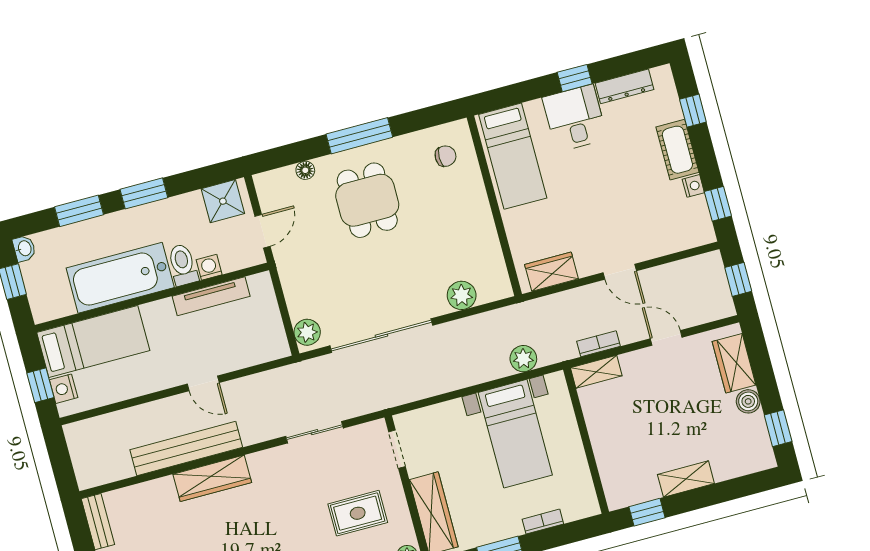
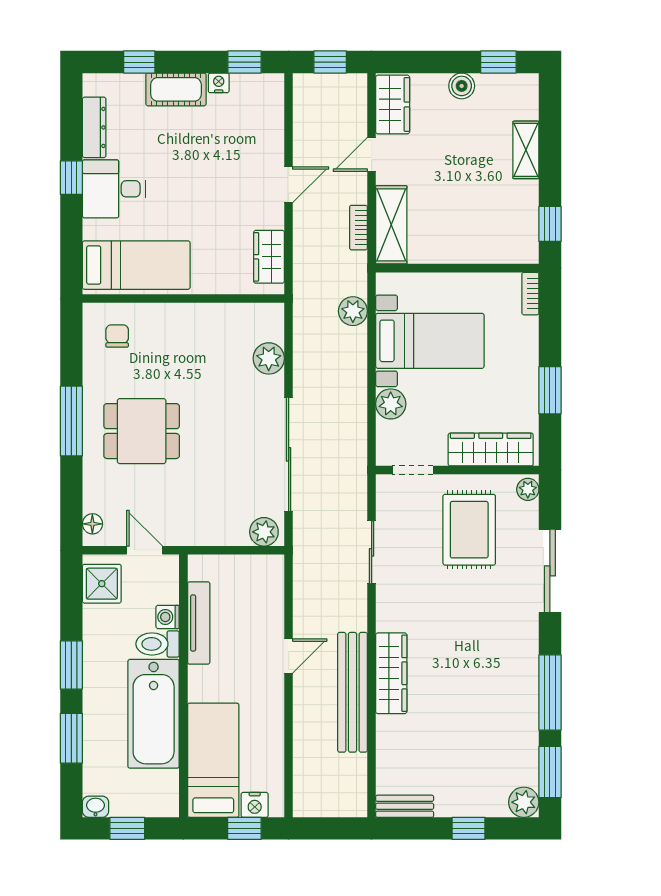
floor lamp: (305, 170) -> (92, 524), moved
wardrobe: (734, 363) -> (393, 104), moved, turned -90
shelving: (596, 372) -> (391, 225), width x1.50, depth x1.33
plant: (450, 414) -> (391, 404), added
shelving: (686, 479) -> (526, 150), moved
rug: (358, 513) -> (469, 530), width x1.36, depth x1.43
bookcase: (543, 522) -> (530, 294), moved

